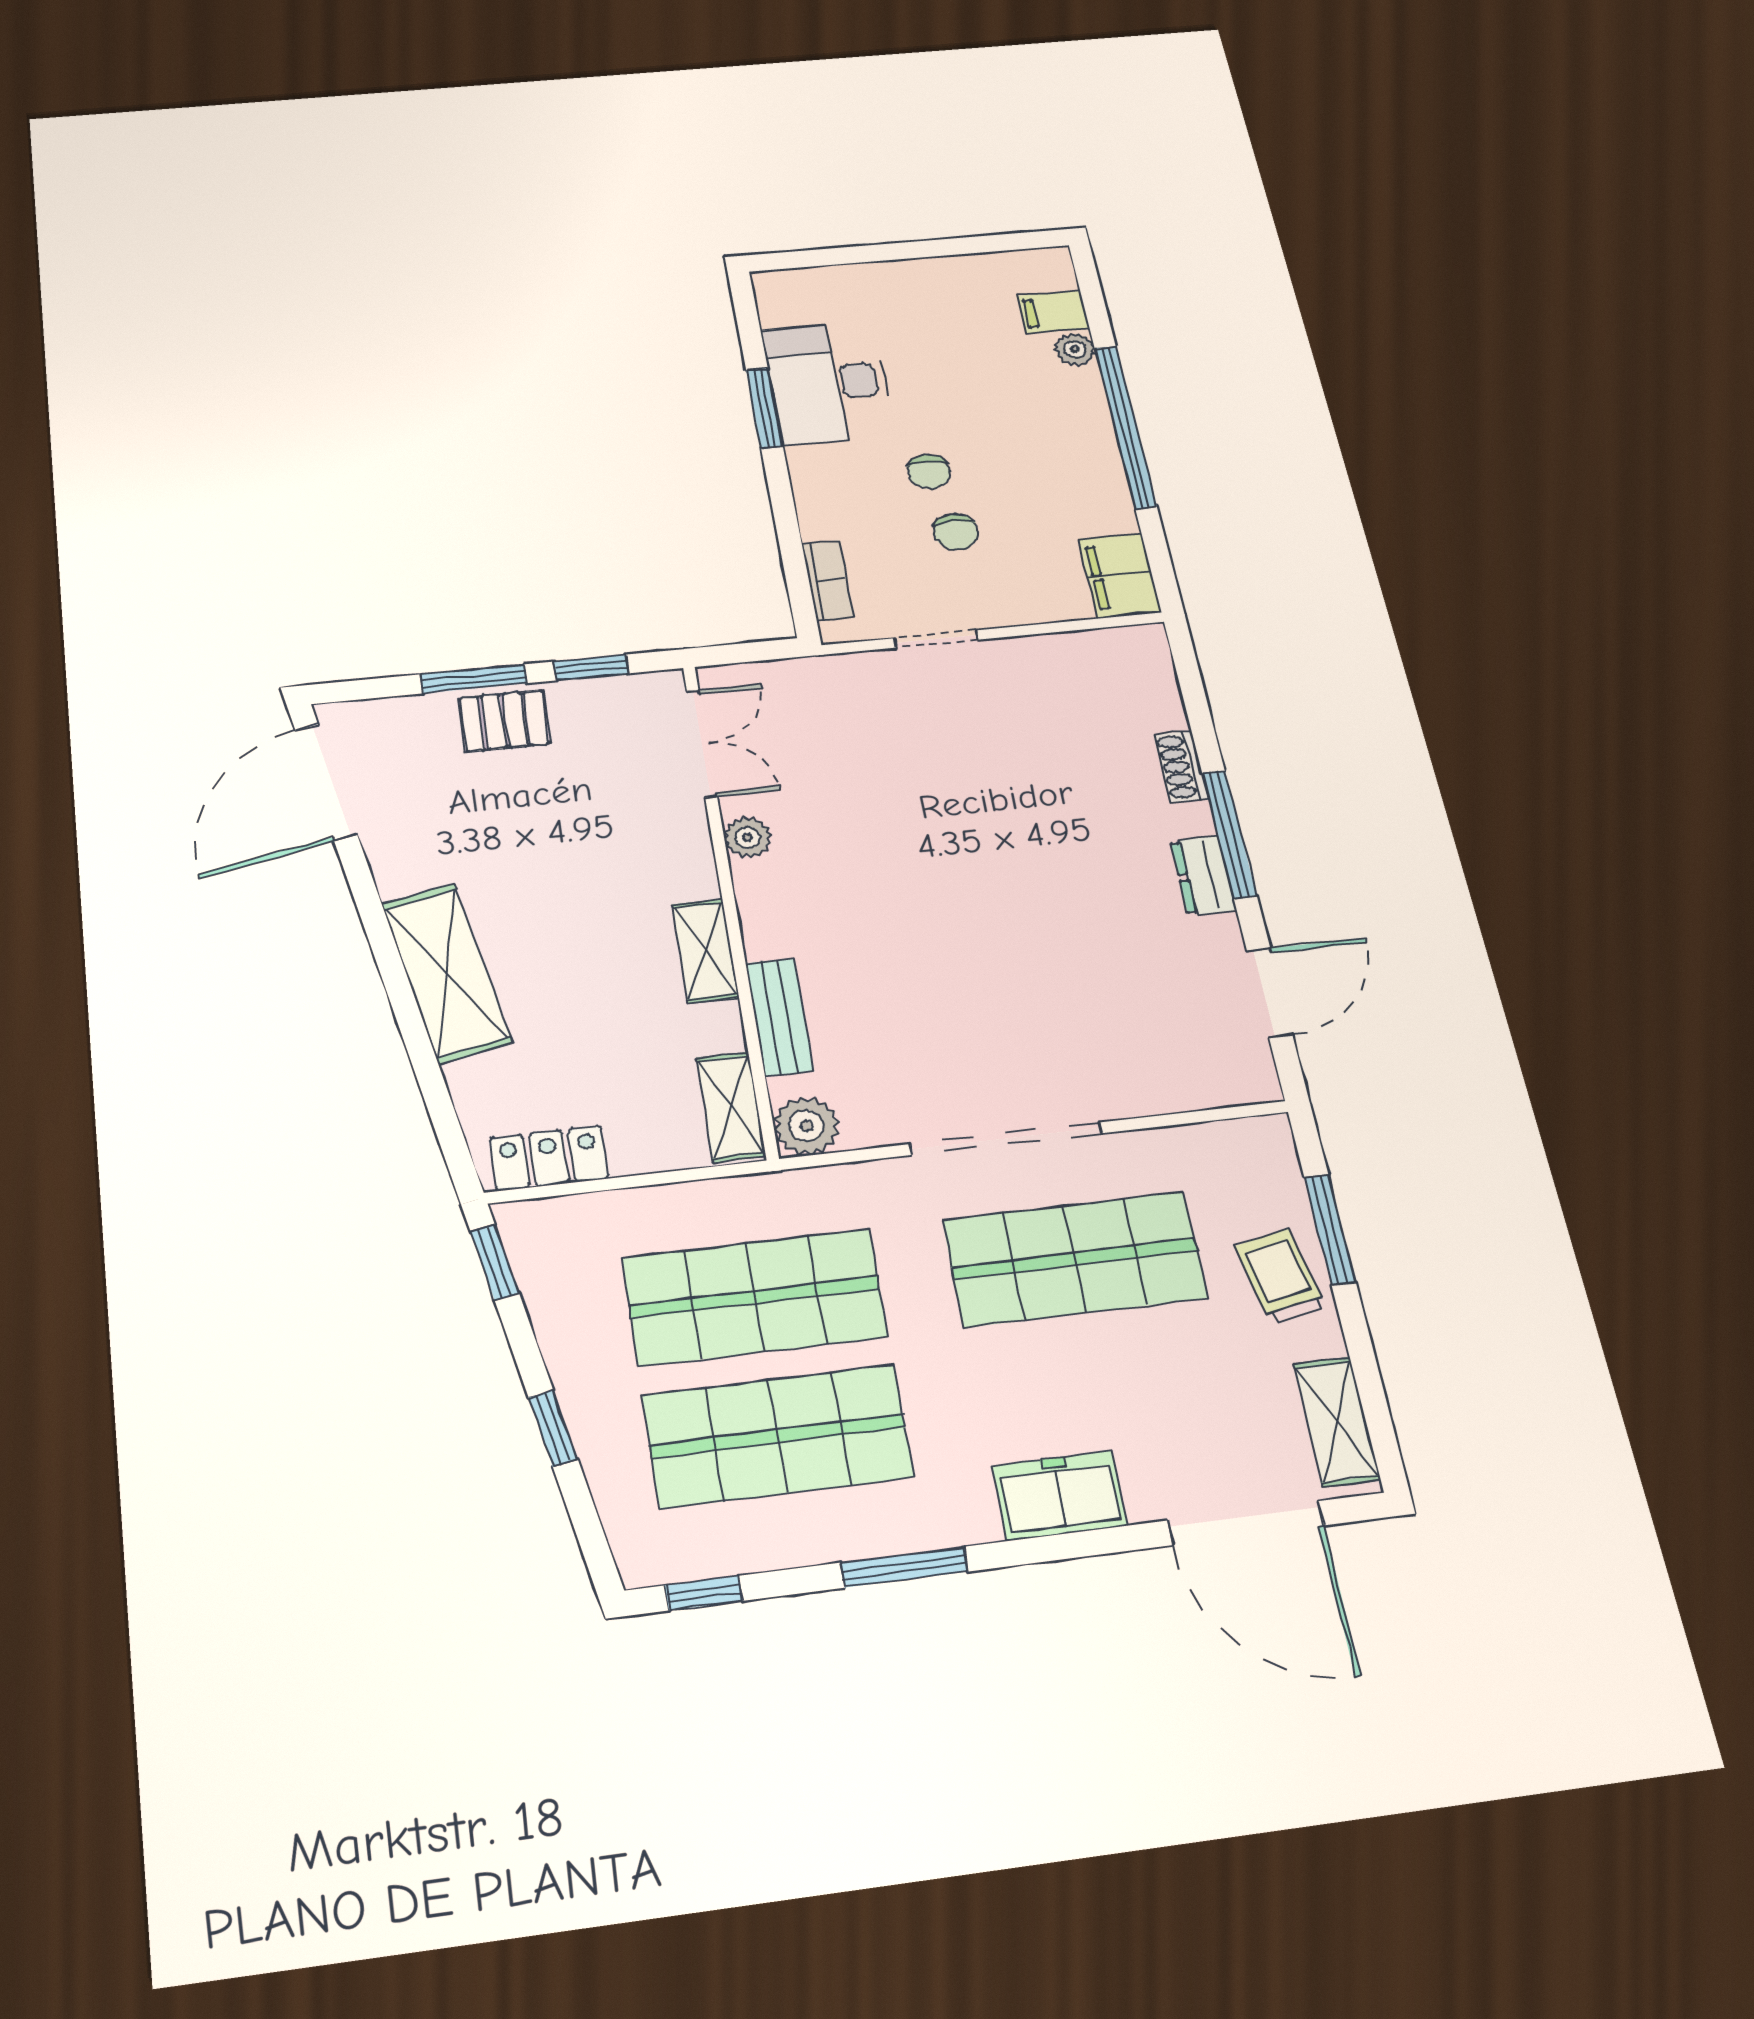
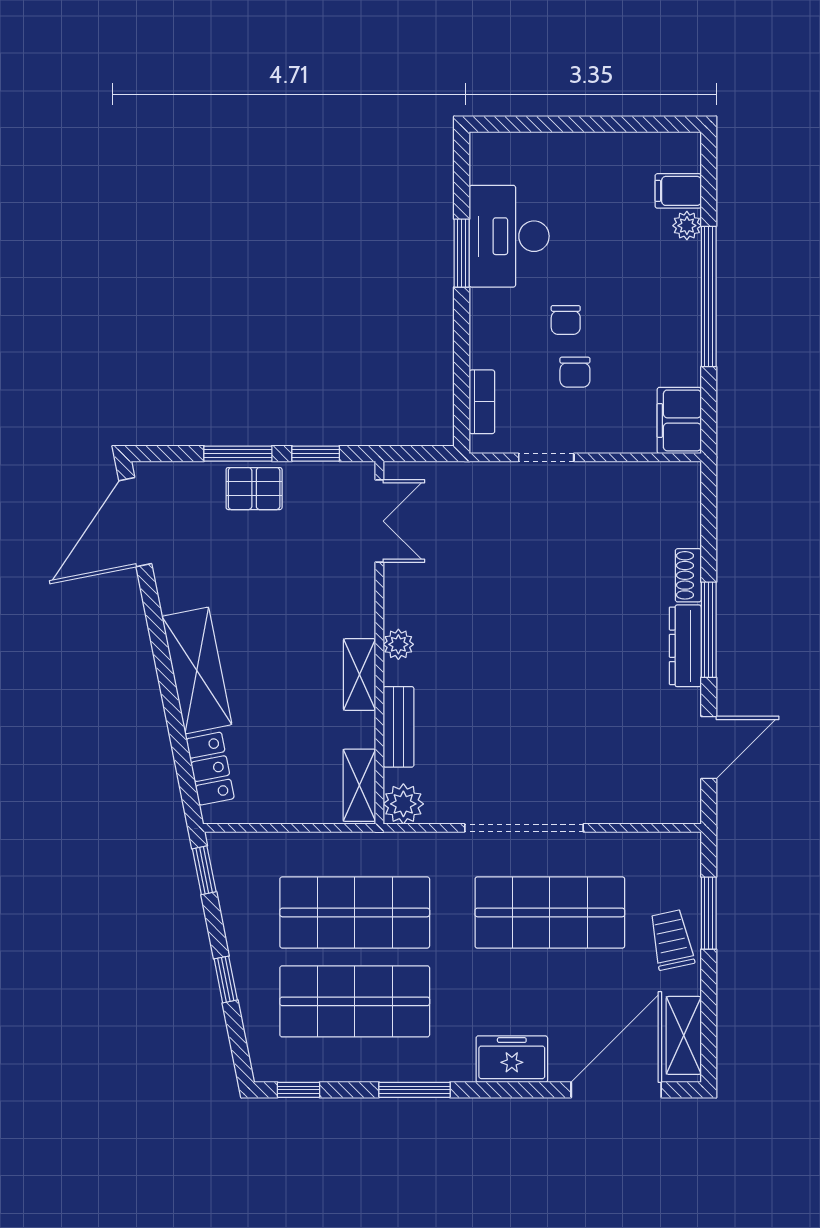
plant: (748, 837) -> (398, 644), moved
dresser: (1203, 875) -> (685, 646), width x1.44
locker: (549, 1158) -> (210, 769), moved, turned 79
door: (1246, 1523) -> (616, 1090), swing flipped

